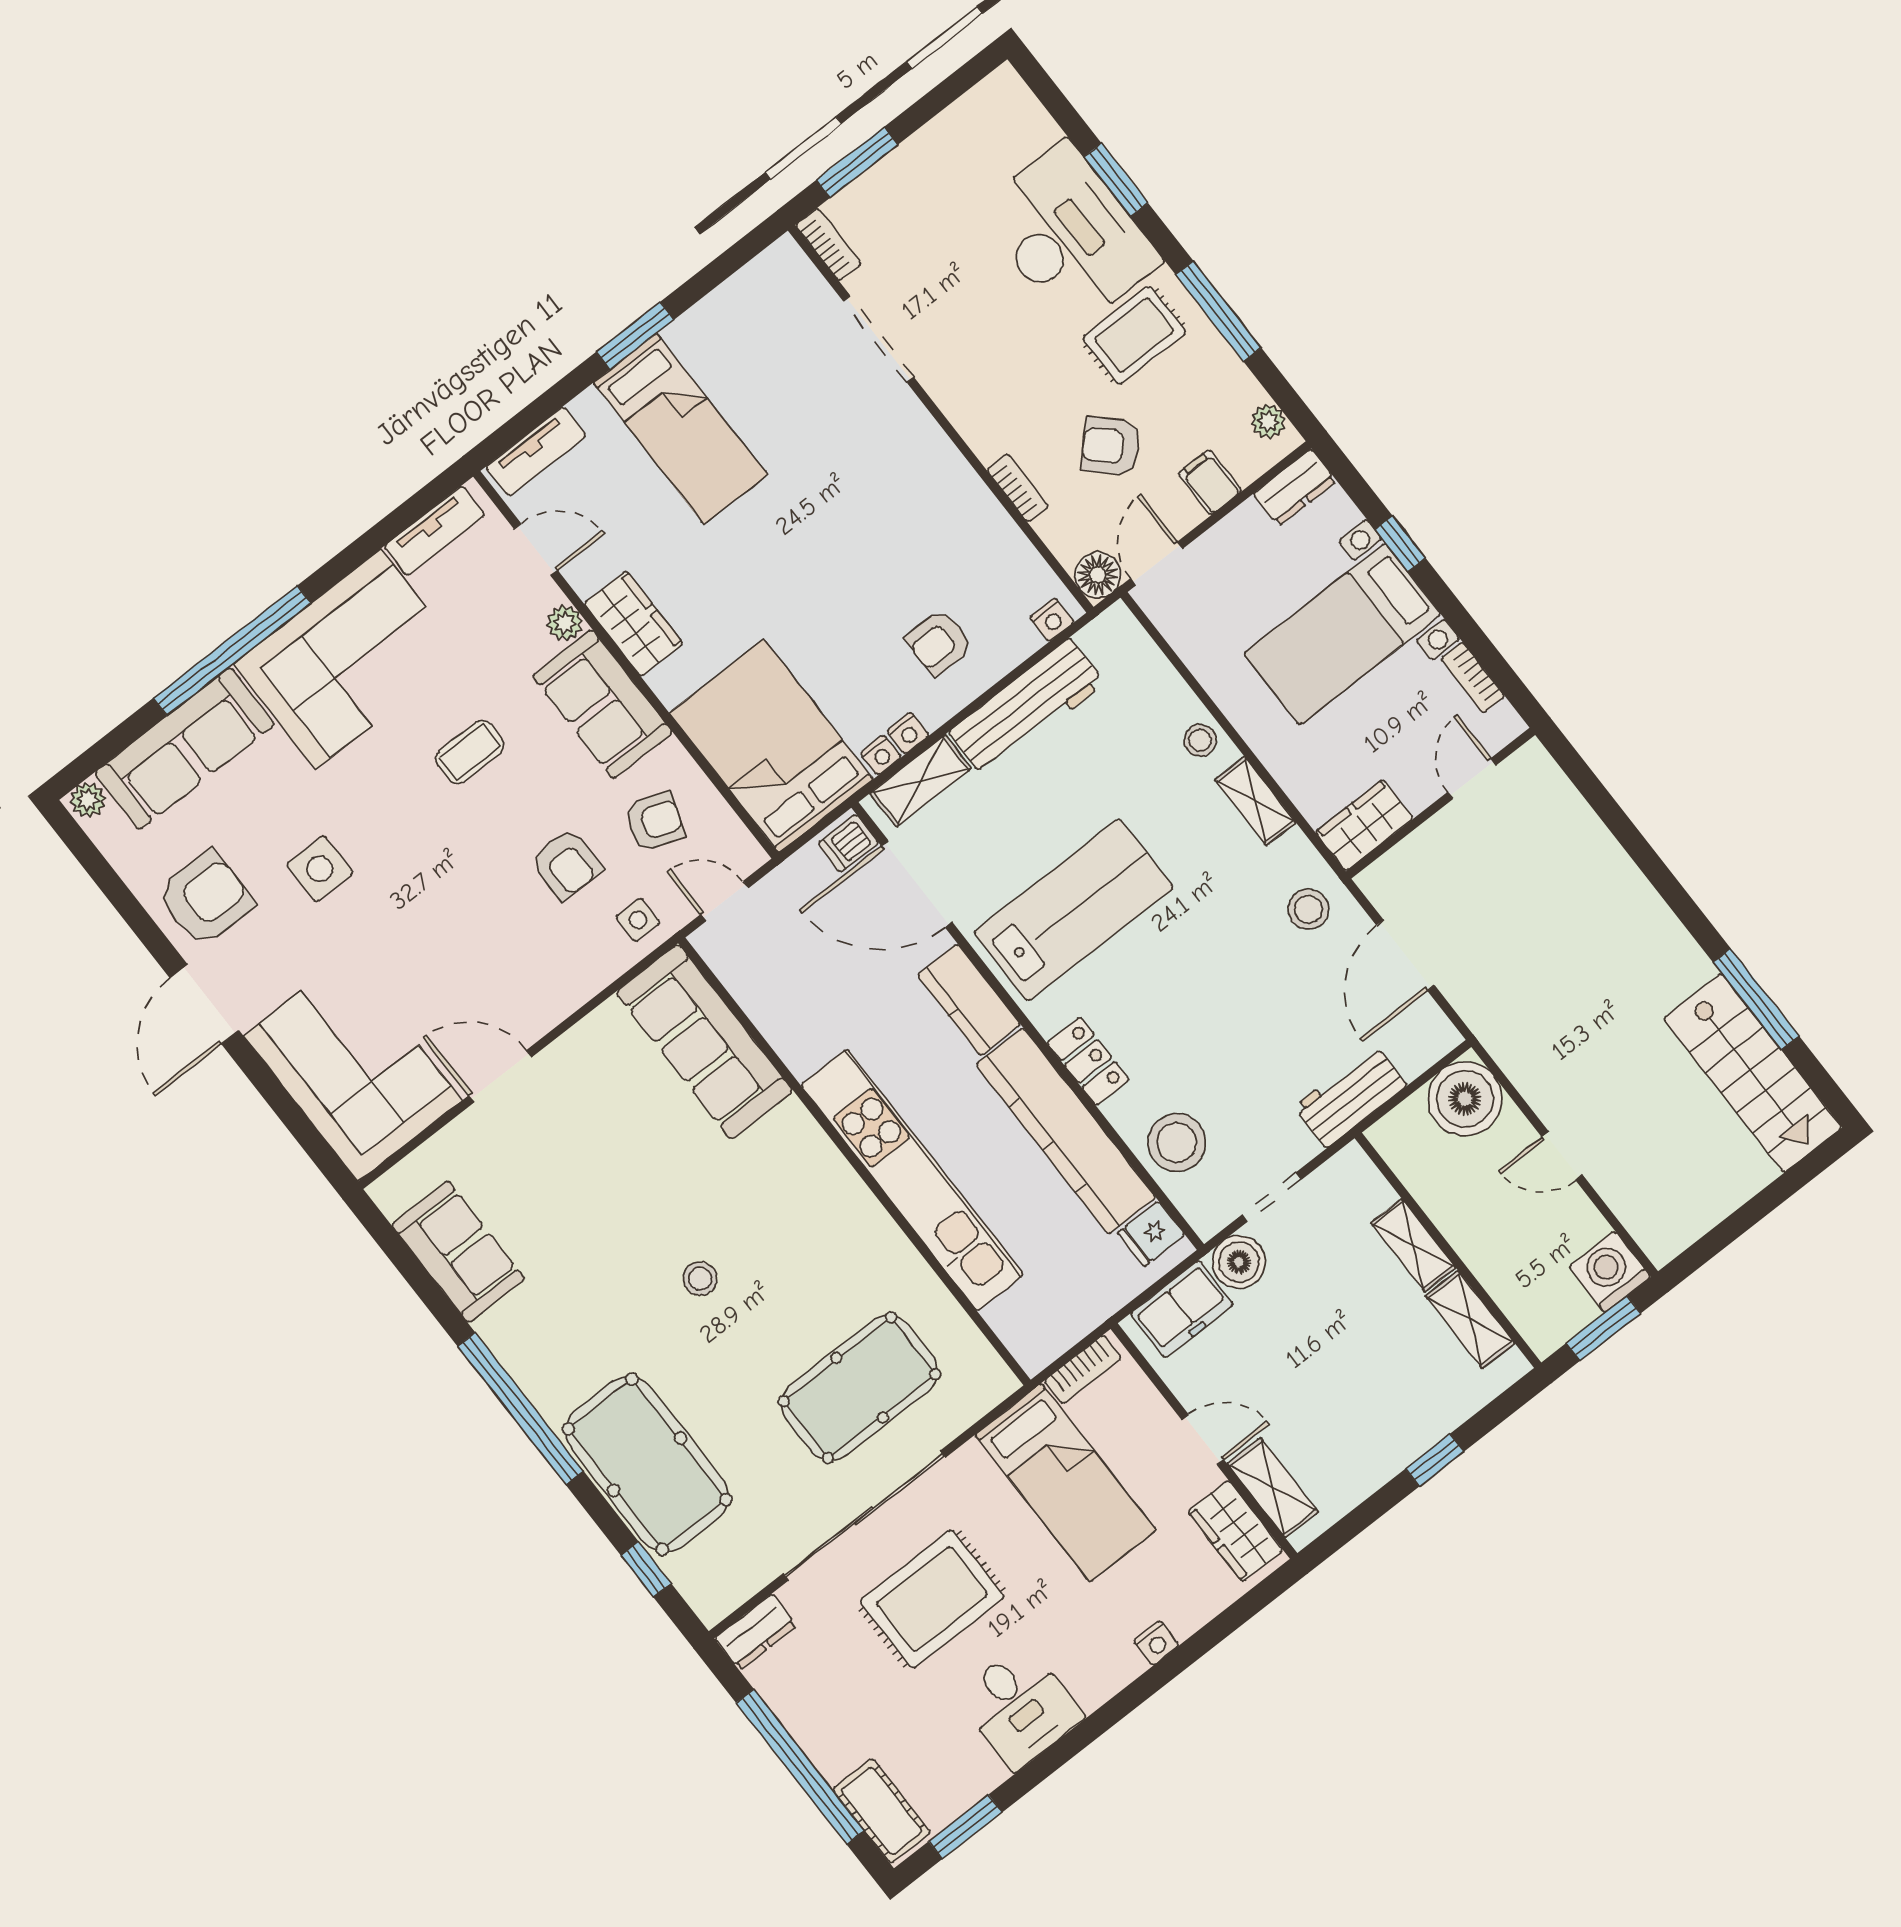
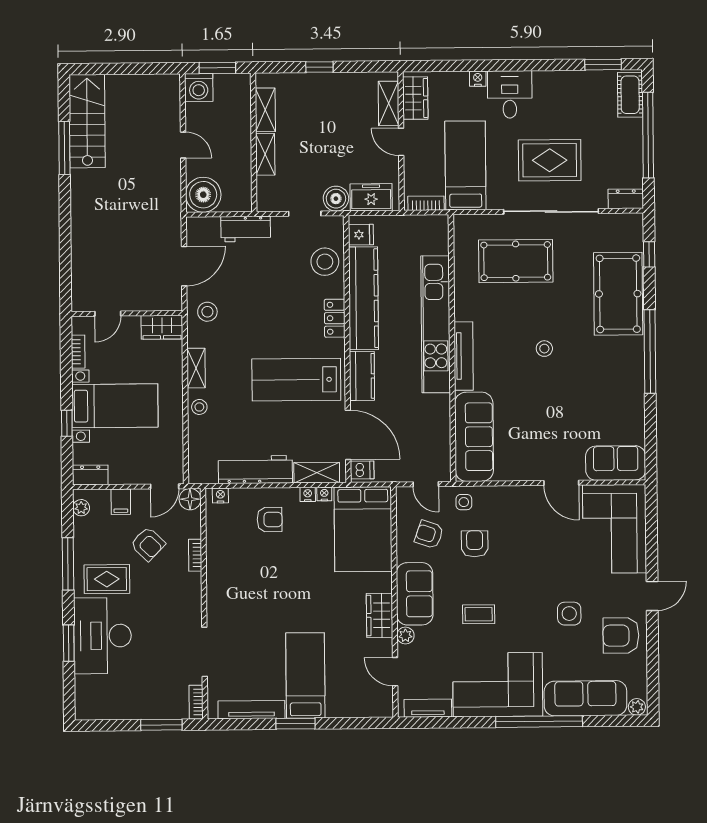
tv unit: (536, 451) -> (251, 710), moved, width x1.41
door: (204, 1004) -> (652, 596), width x0.73
tv unit: (825, 1163) -> (464, 356), added
sofa: (458, 1252) -> (616, 463), moved, turned 90
desk: (1020, 1707) -> (510, 94), moved

